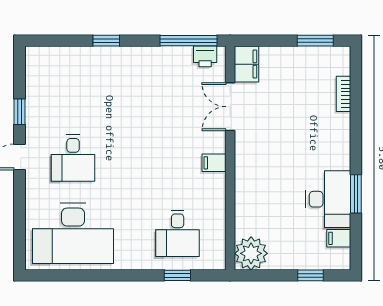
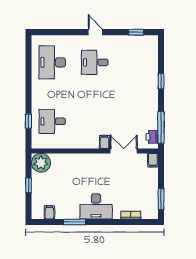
filing cabinet: (246, 64) -> (153, 160), width x0.50
window: (19, 112) -> (136, 32), moved
filing cabinet: (214, 163) -> (104, 142), moved
desk: (328, 199) -> (96, 206), moved
desk: (73, 233) -> (52, 62), width x0.73, depth x0.77
window: (311, 275) -> (28, 185), moved

